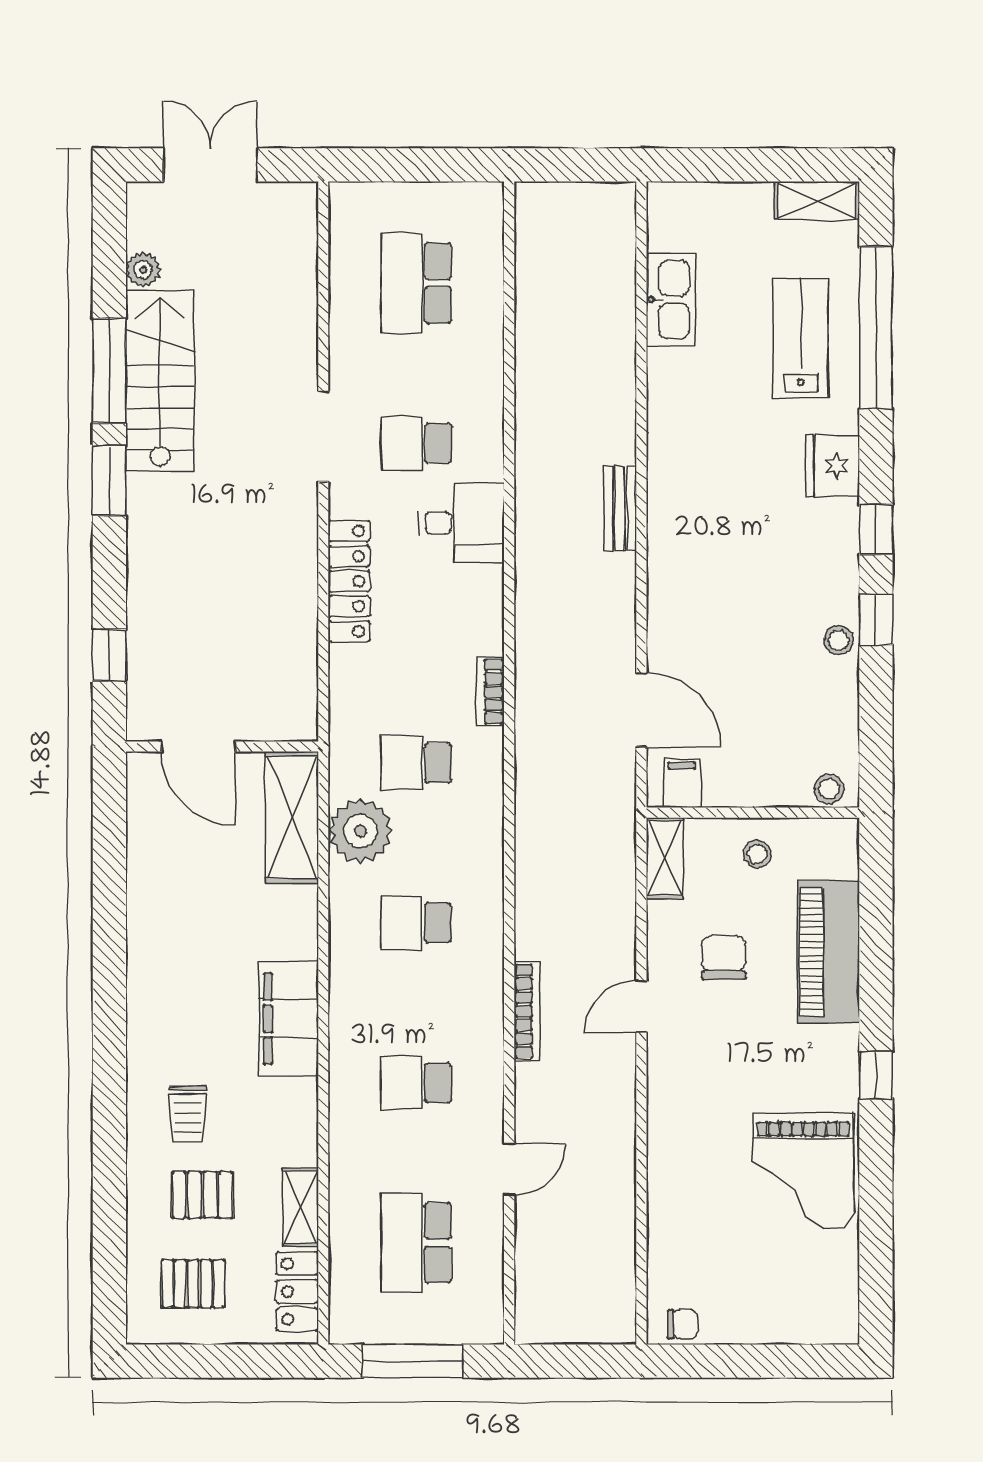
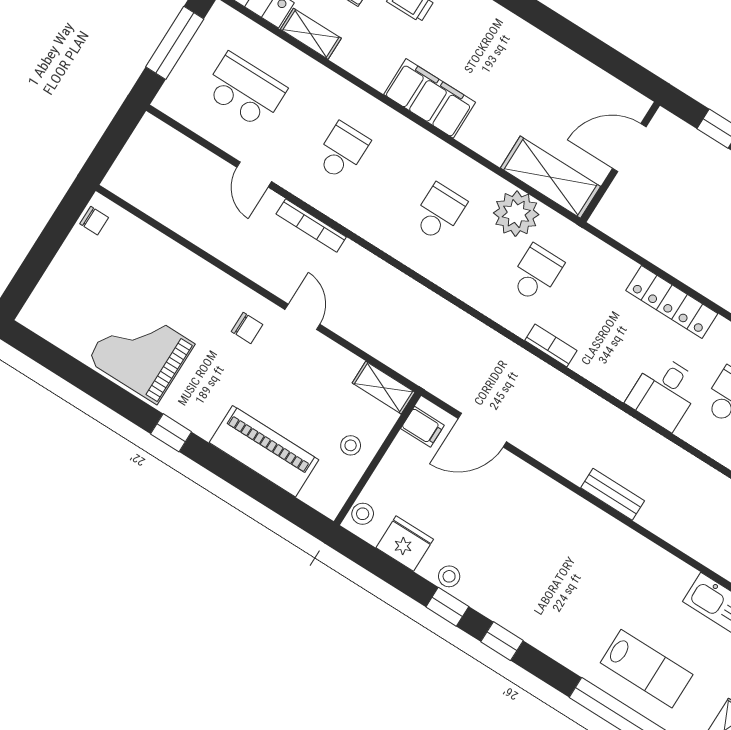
fridge: (833, 466) -> (405, 543), moved
chair: (724, 958) -> (247, 328), moved, width x0.73, depth x0.73
bookcase: (527, 1011) -> (311, 226), moved
chair: (683, 1324) -> (94, 221), turned -90

